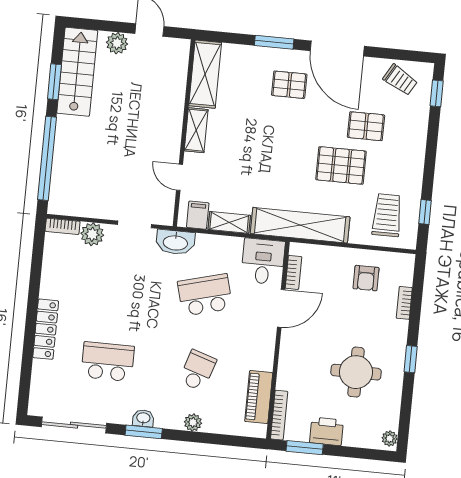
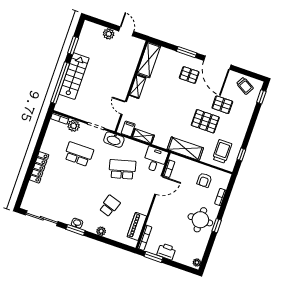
stairs: (77, 72) -> (74, 76), moved
shelving: (300, 225) -> (185, 149), width x0.68
school desk: (108, 362) -> (79, 154), moved
round table: (356, 372) -> (200, 220), moved

